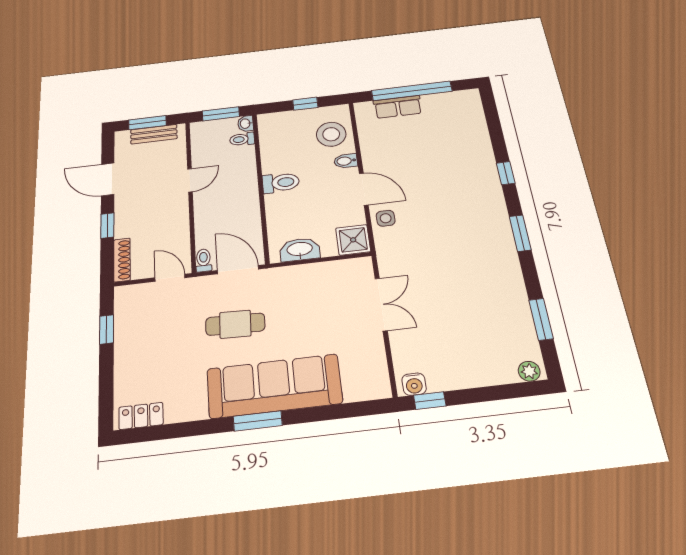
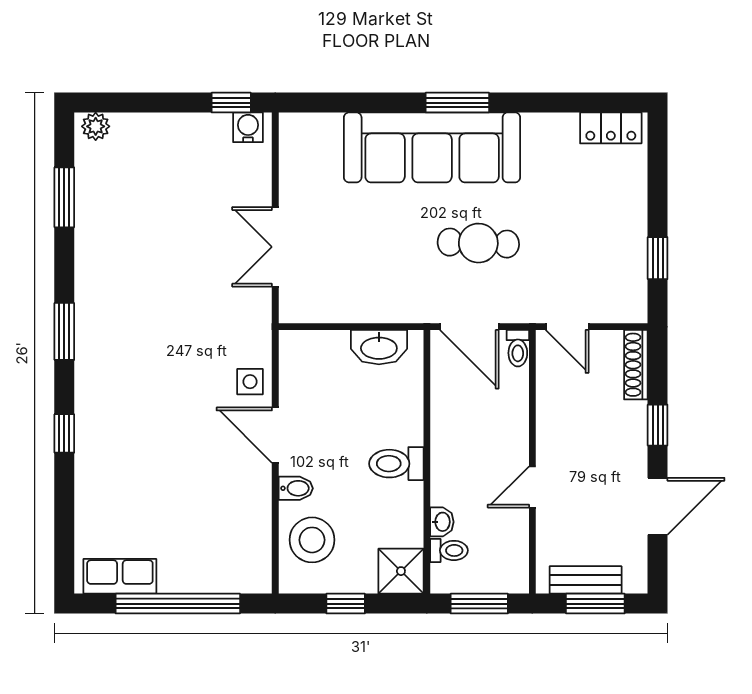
row of seats: (398, 107) -> (120, 576), moved
washbasin: (245, 124) -> (442, 522), moved
door: (108, 179) -> (658, 506), hinge flipped
shower: (353, 240) -> (401, 571), moved

